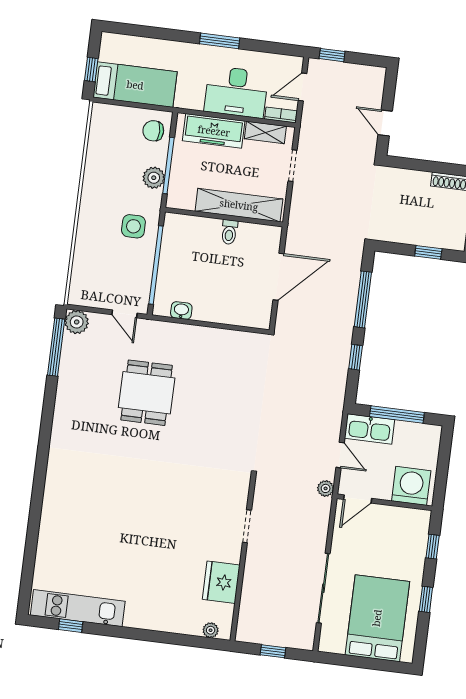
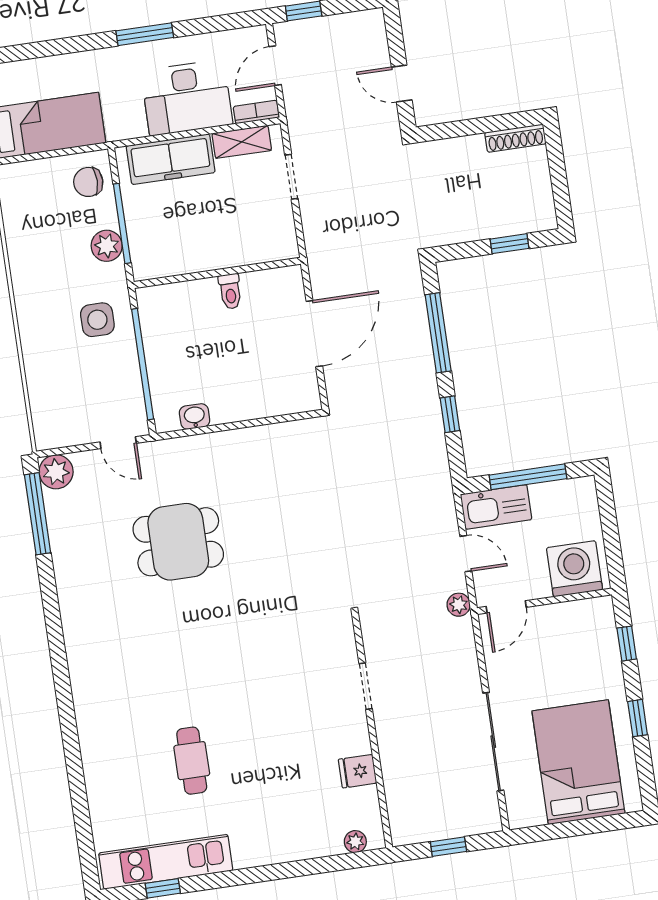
shelving: (239, 205) -> (233, 251), removed
dining table: (147, 393) -> (178, 542), turned 90
cafe table: (114, 544) -> (192, 761), added
fridge: (221, 582) -> (358, 771), width x0.53, depth x0.75

